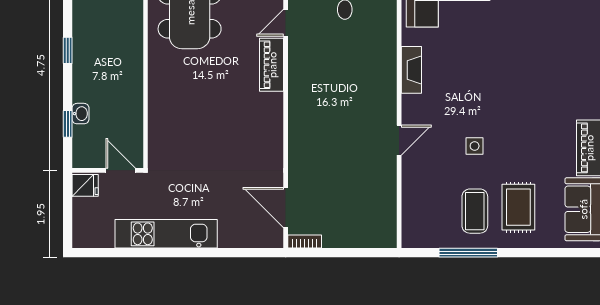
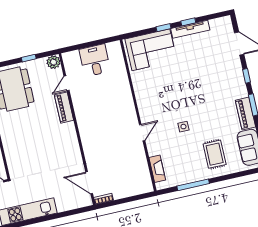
fireplace: (411, 70) -> (157, 169), moved
coffee table: (475, 211) -> (192, 162), removed

